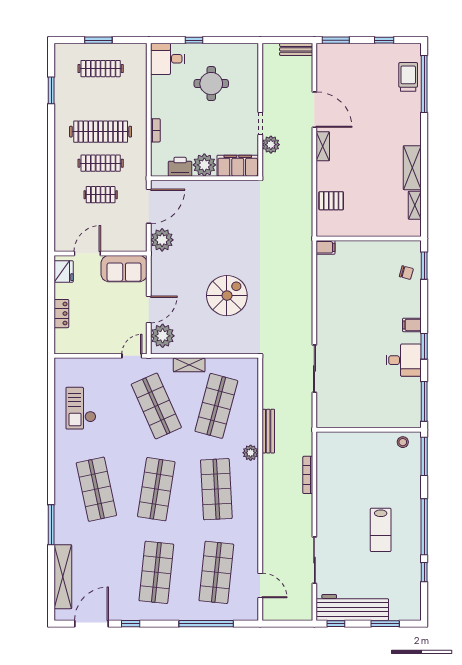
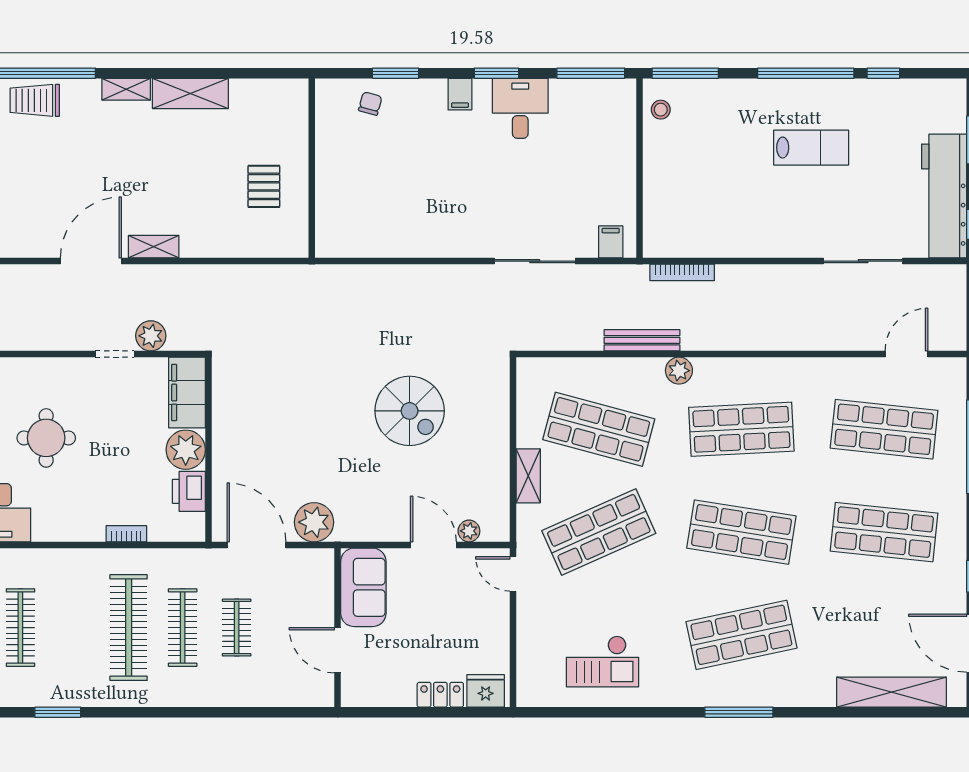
pallet: (331, 201) -> (264, 186), moved
shelving: (415, 205) -> (126, 89), moved
filing cabinet: (326, 247) -> (611, 242), moved
window: (424, 266) -> (396, 73), moved
fridge: (64, 272) -> (486, 691), moved
spiral stairs: (227, 296) -> (410, 411), turned 180
plant: (163, 336) -> (469, 531), width x0.53, depth x0.53
bookcase: (308, 475) -> (682, 272), moved
window: (51, 525) -> (739, 712), moved

